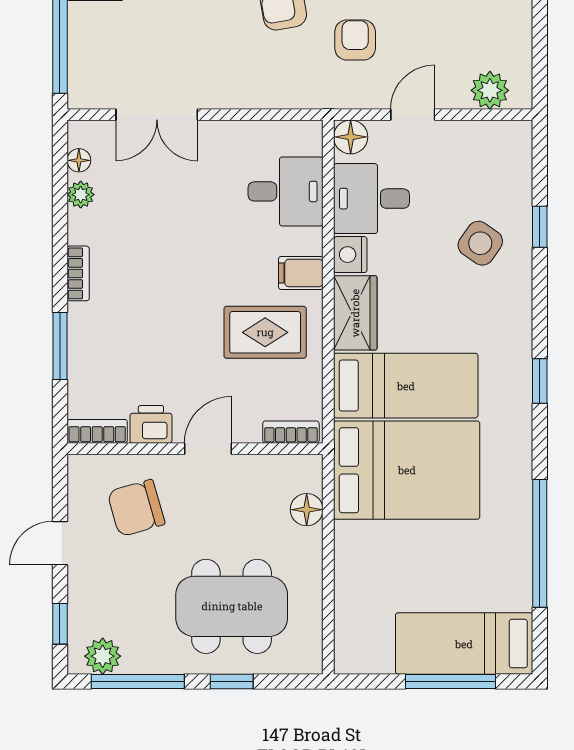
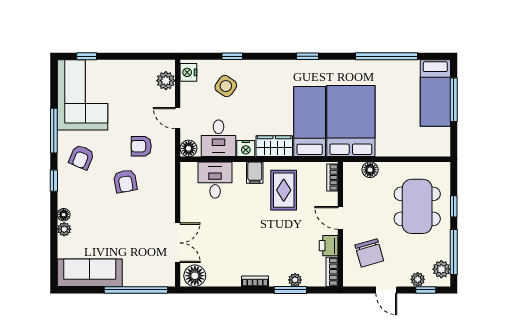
nightstand: (507, 137) -> (188, 72), added
floor lamp: (79, 160) -> (195, 276), width x1.89, depth x1.89
plant: (81, 195) -> (295, 280), moved
side table: (480, 243) -> (226, 86), moved
plant: (81, 607) -> (418, 279), added

